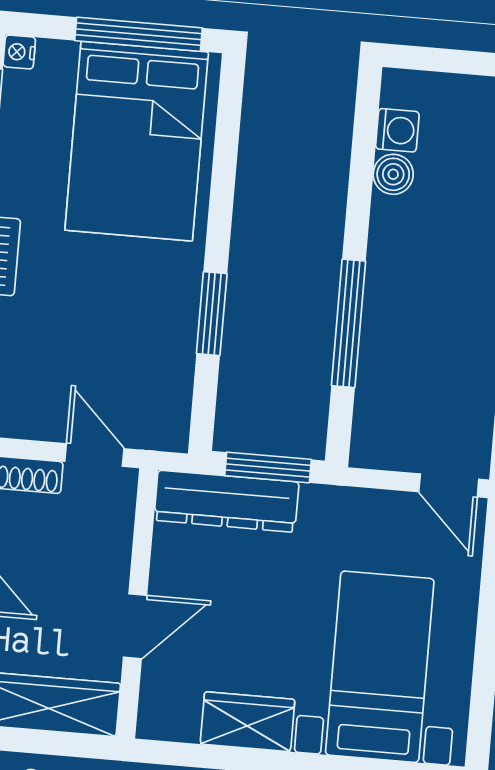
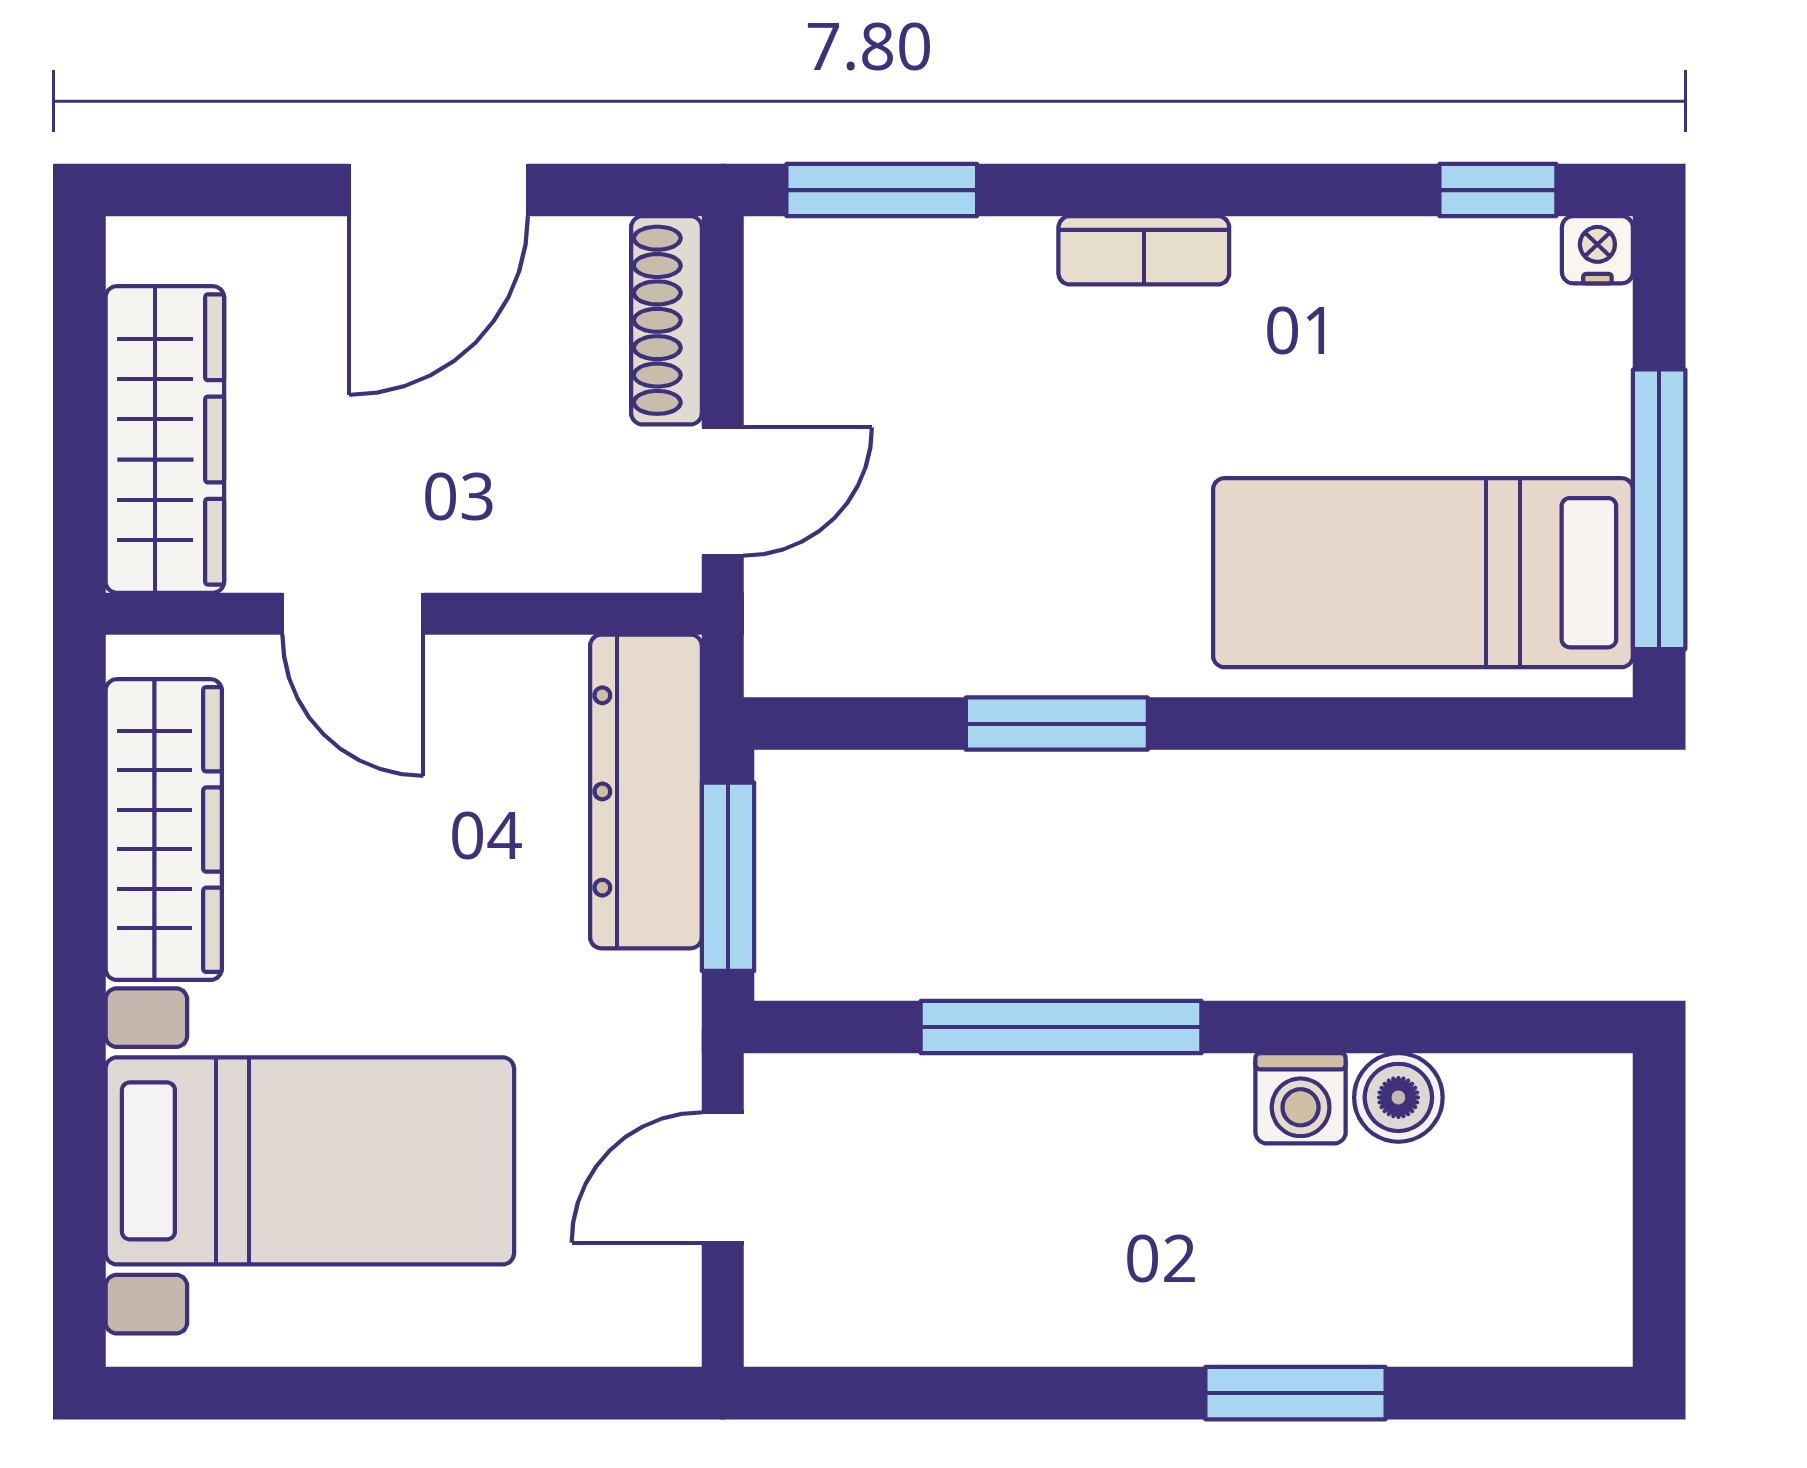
washing machine: (397, 130) -> (1301, 1098), moved
bed: (137, 141) -> (1423, 573), width x0.67
door: (449, 485) -> (723, 1178), moved
wardrobe: (248, 722) -> (164, 830), width x1.50

